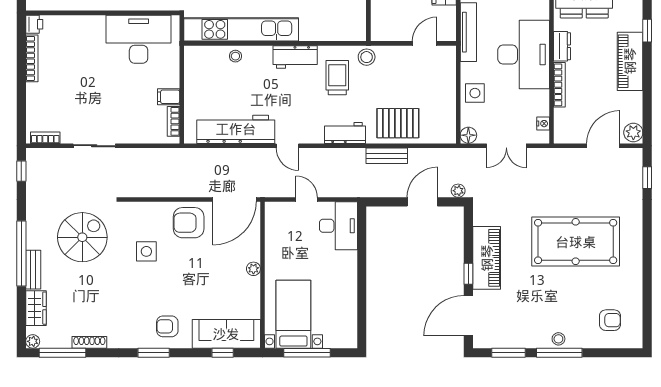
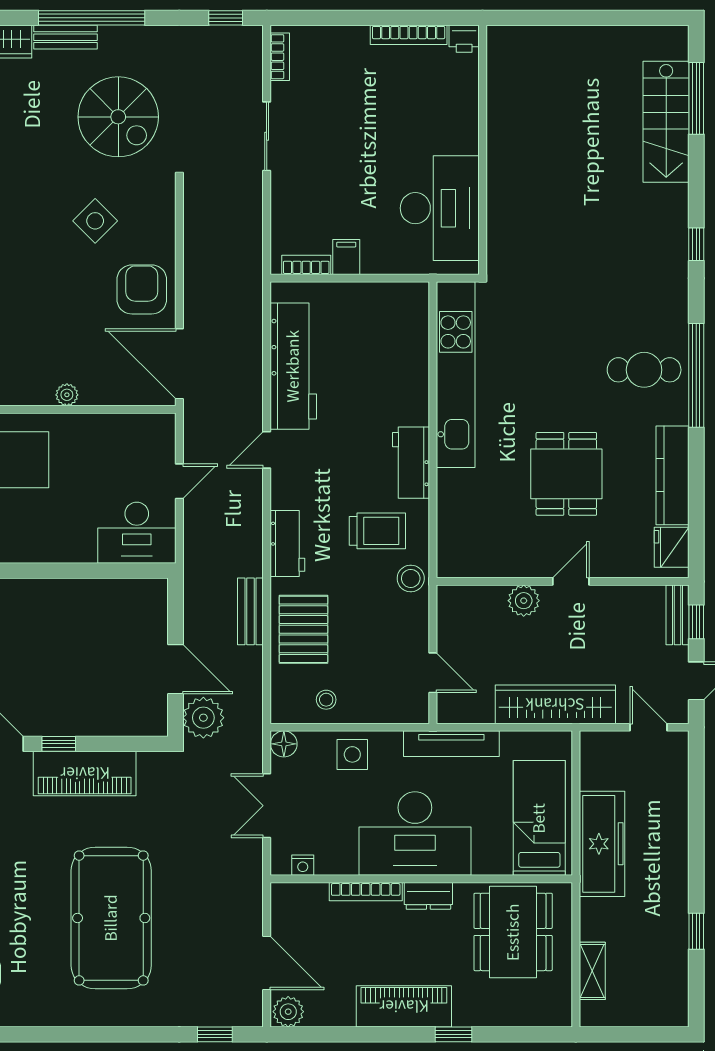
stool: (235, 56) -> (326, 700), moved
plant: (458, 191) -> (203, 718), width x1.87, depth x1.87
side table: (146, 251) -> (95, 221), turned 45

